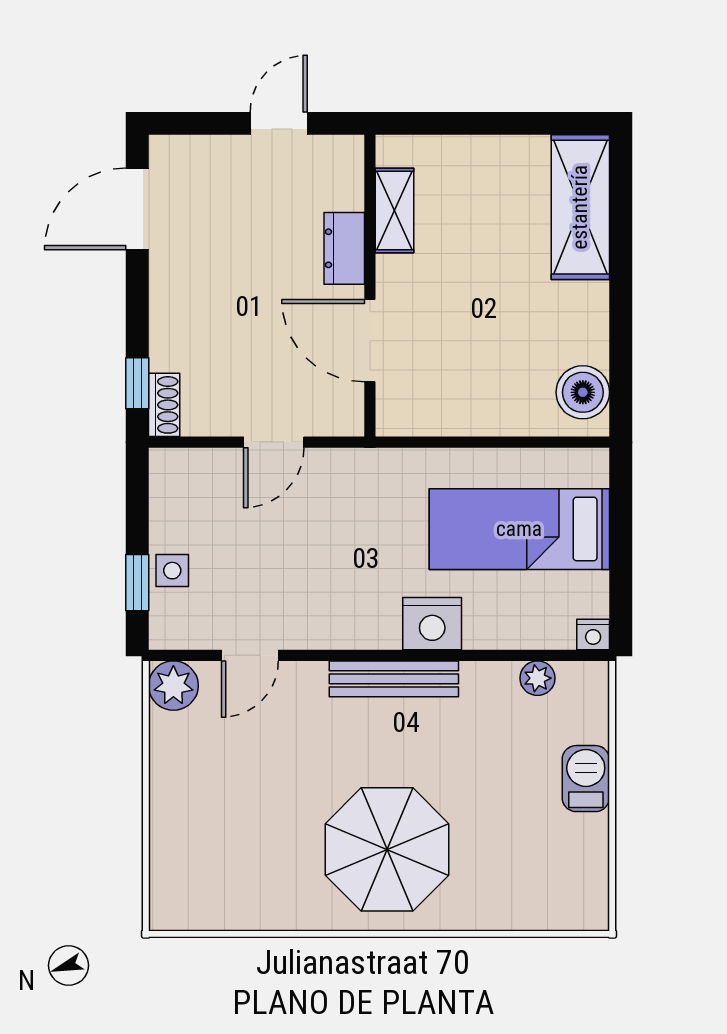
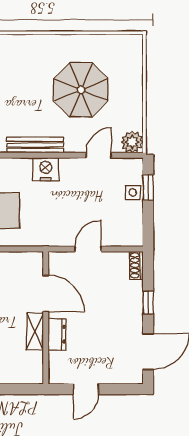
shelving: (394, 211) -> (35, 331), moved
window: (137, 383) -> (148, 302), moved
nightstand: (432, 624) -> (46, 169), moved
parasol: (387, 849) -> (81, 90), moved

